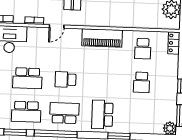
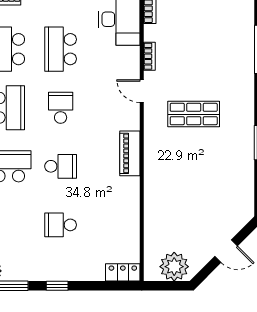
piano: (102, 38) -> (130, 153), width x0.73, depth x0.75
school desk: (143, 49) -> (61, 166), moved, turned 180

